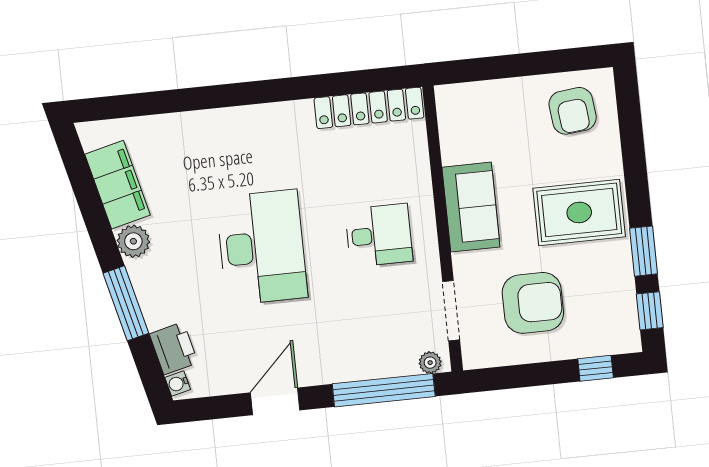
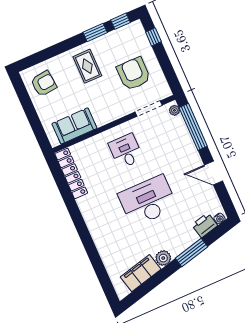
sofa: (471, 207) -> (74, 126), moved
rug: (579, 212) -> (87, 66), width x0.73, depth x0.70

